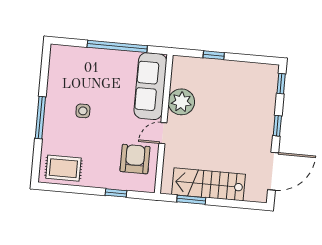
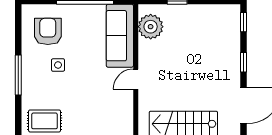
plant: (181, 102) -> (151, 27), moved
armchair: (135, 159) -> (48, 31), moved

